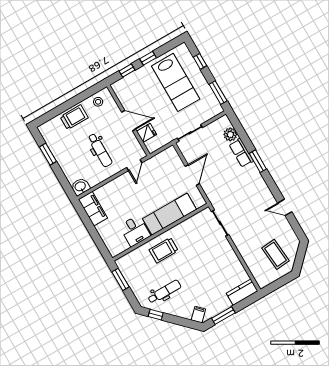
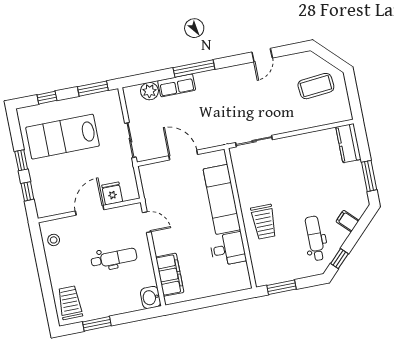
lab bench: (176, 82) -> (62, 137), turned 180
trolley: (74, 117) -> (70, 303), moved
window: (258, 161) -> (194, 69), width x1.44
filing cabinet: (93, 209) -> (170, 275), moved, turned 90
filing cabinet: (198, 315) -> (348, 221), moved

